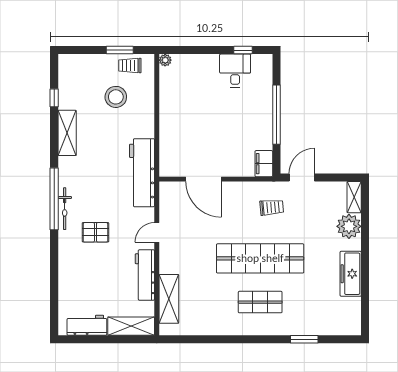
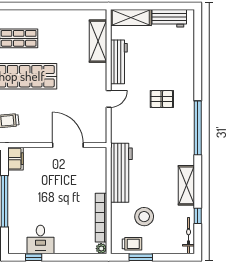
bookcase: (165, 96) -> (101, 218), added
workbench: (142, 173) -> (121, 173), moved
bicycle: (65, 209) -> (189, 236), moved

